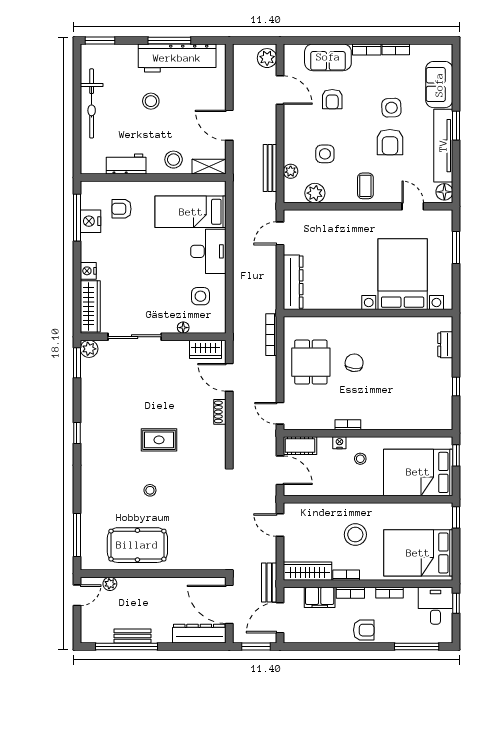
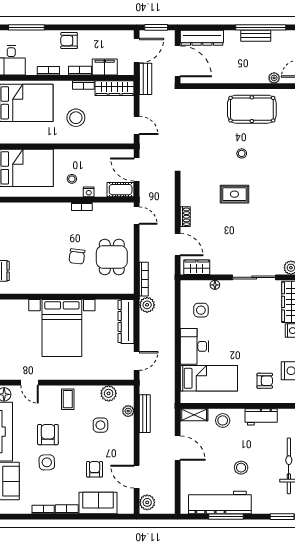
bed with nightstands: (403, 274) -> (62, 328), moved
plant: (267, 303) -> (147, 305), added

